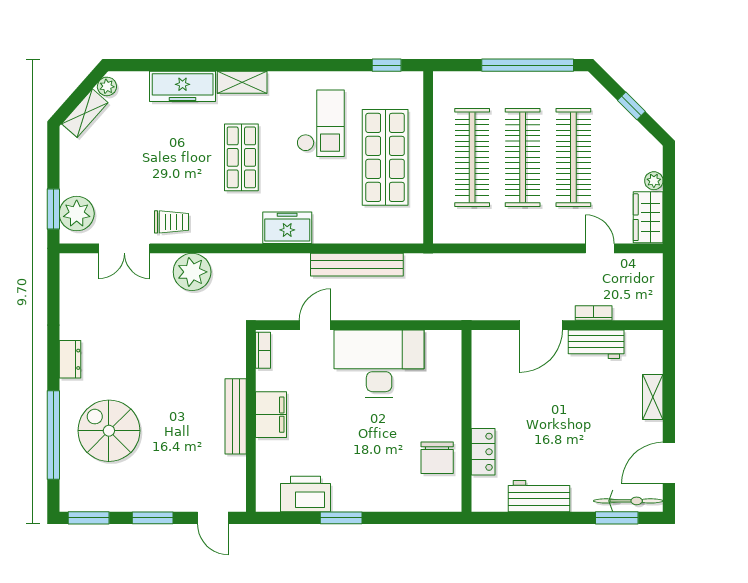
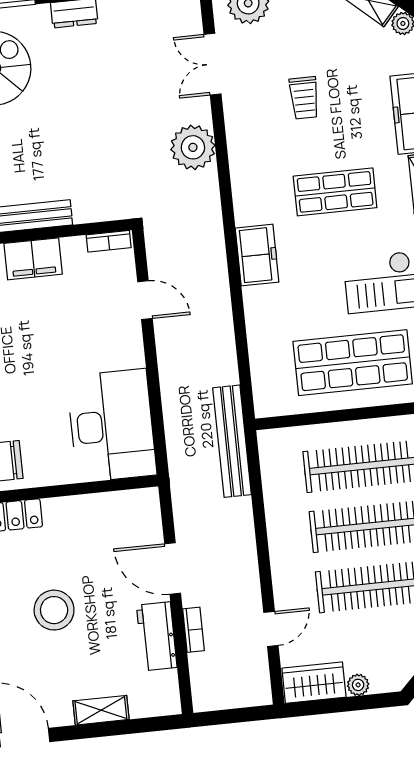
trolley: (172, 222) -> (304, 98), moved
bench: (357, 265) -> (232, 441), moved
desk: (379, 364) -> (112, 426), moved
stool: (565, 427) -> (54, 610), added

